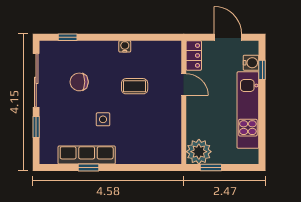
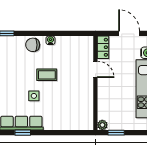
chair: (79, 82) -> (33, 45), moved
coffee table: (135, 86) -> (47, 75), moved
plant: (199, 152) -> (102, 125), width x0.53, depth x0.53

